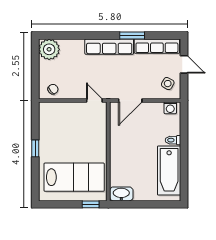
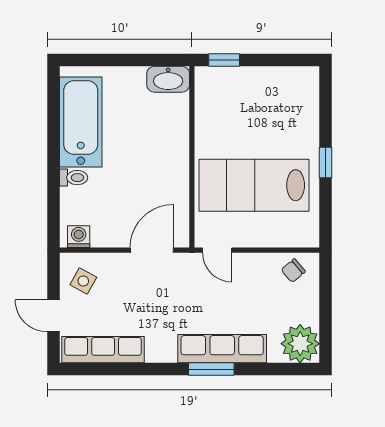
window: (132, 35) -> (211, 369), moved
row of seats: (109, 47) -> (222, 349), moved
lab bench: (74, 177) -> (254, 185), moved

